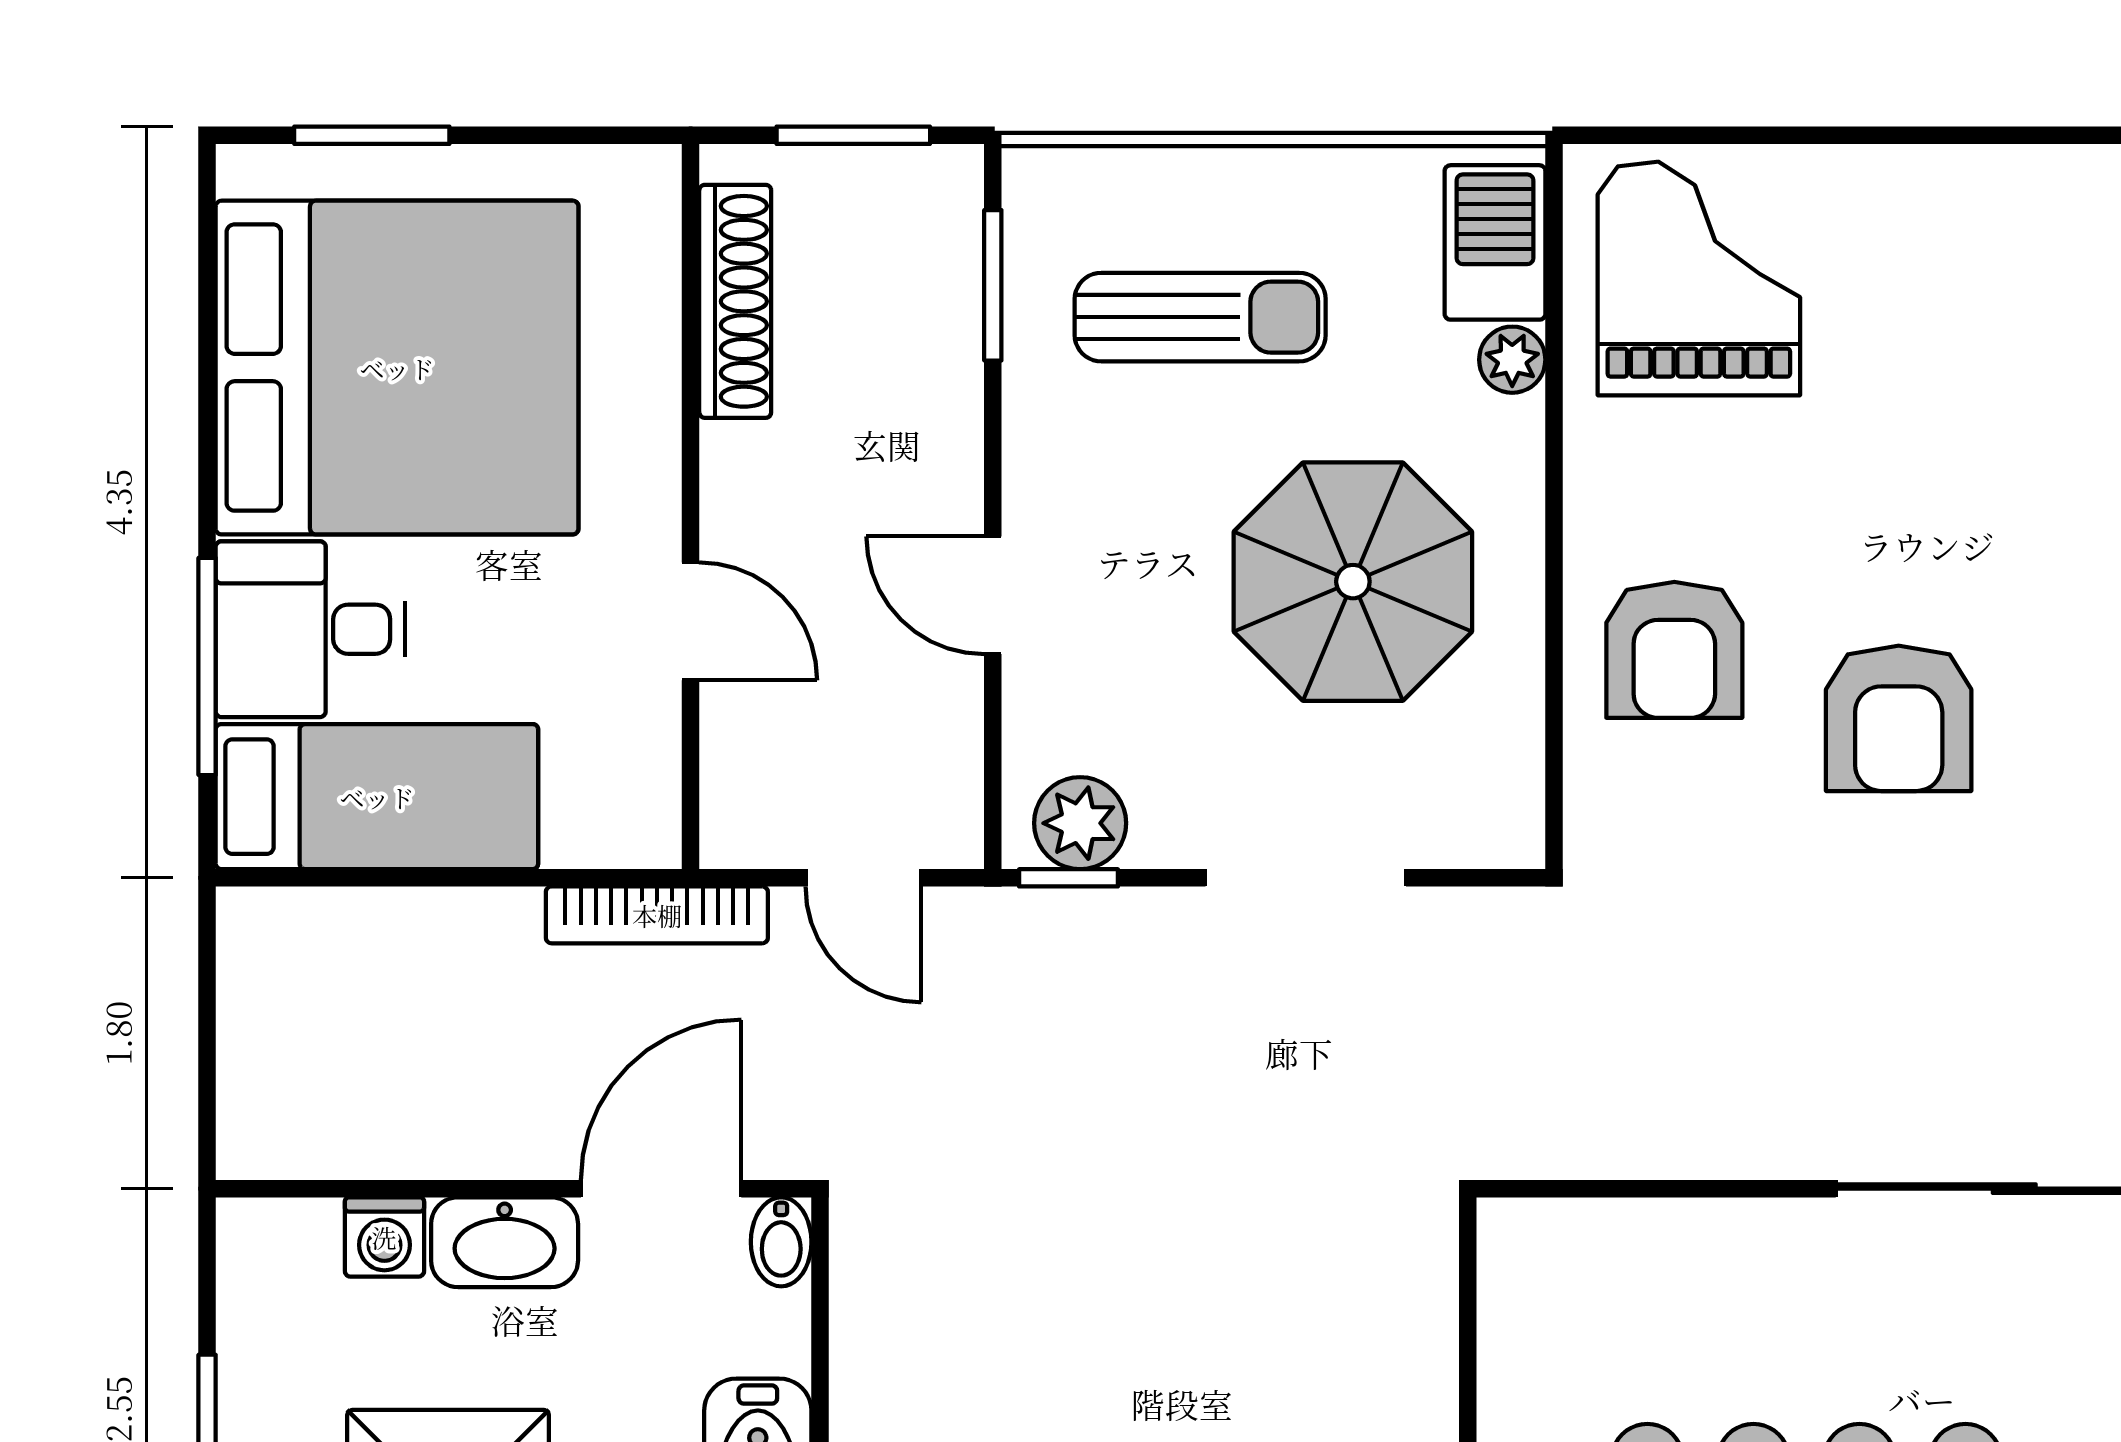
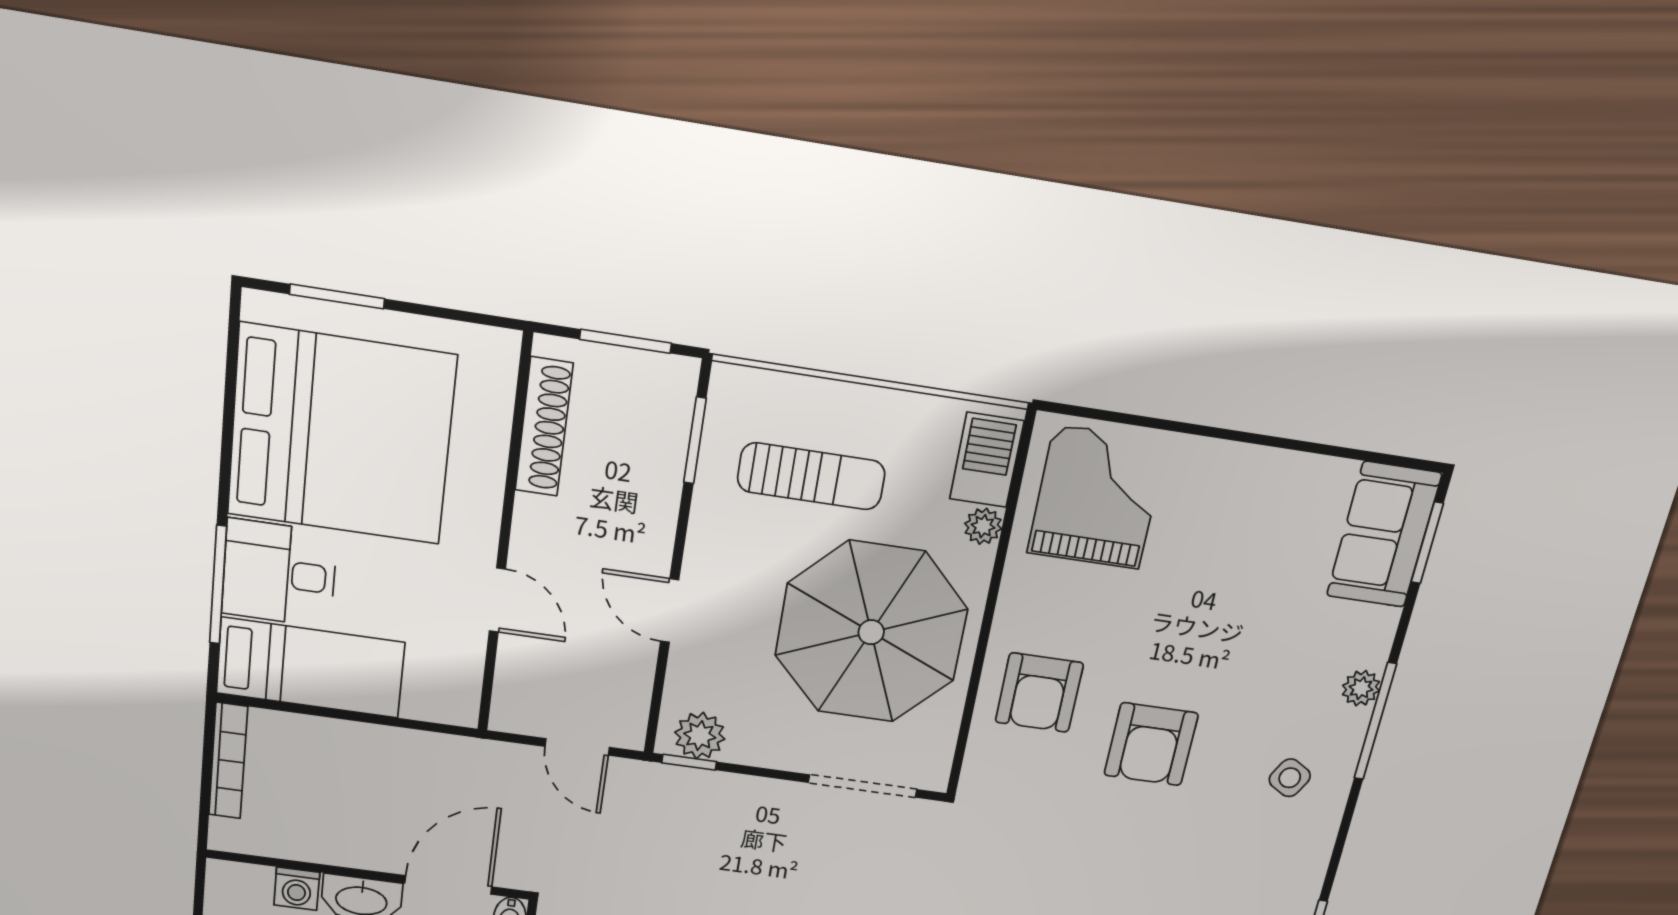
parasol: (1353, 582) -> (871, 632), width x1.36, depth x1.36
doorway: (1306, 878) -> (863, 786), moved
bookcase: (657, 915) -> (228, 761), moved, turned -90

